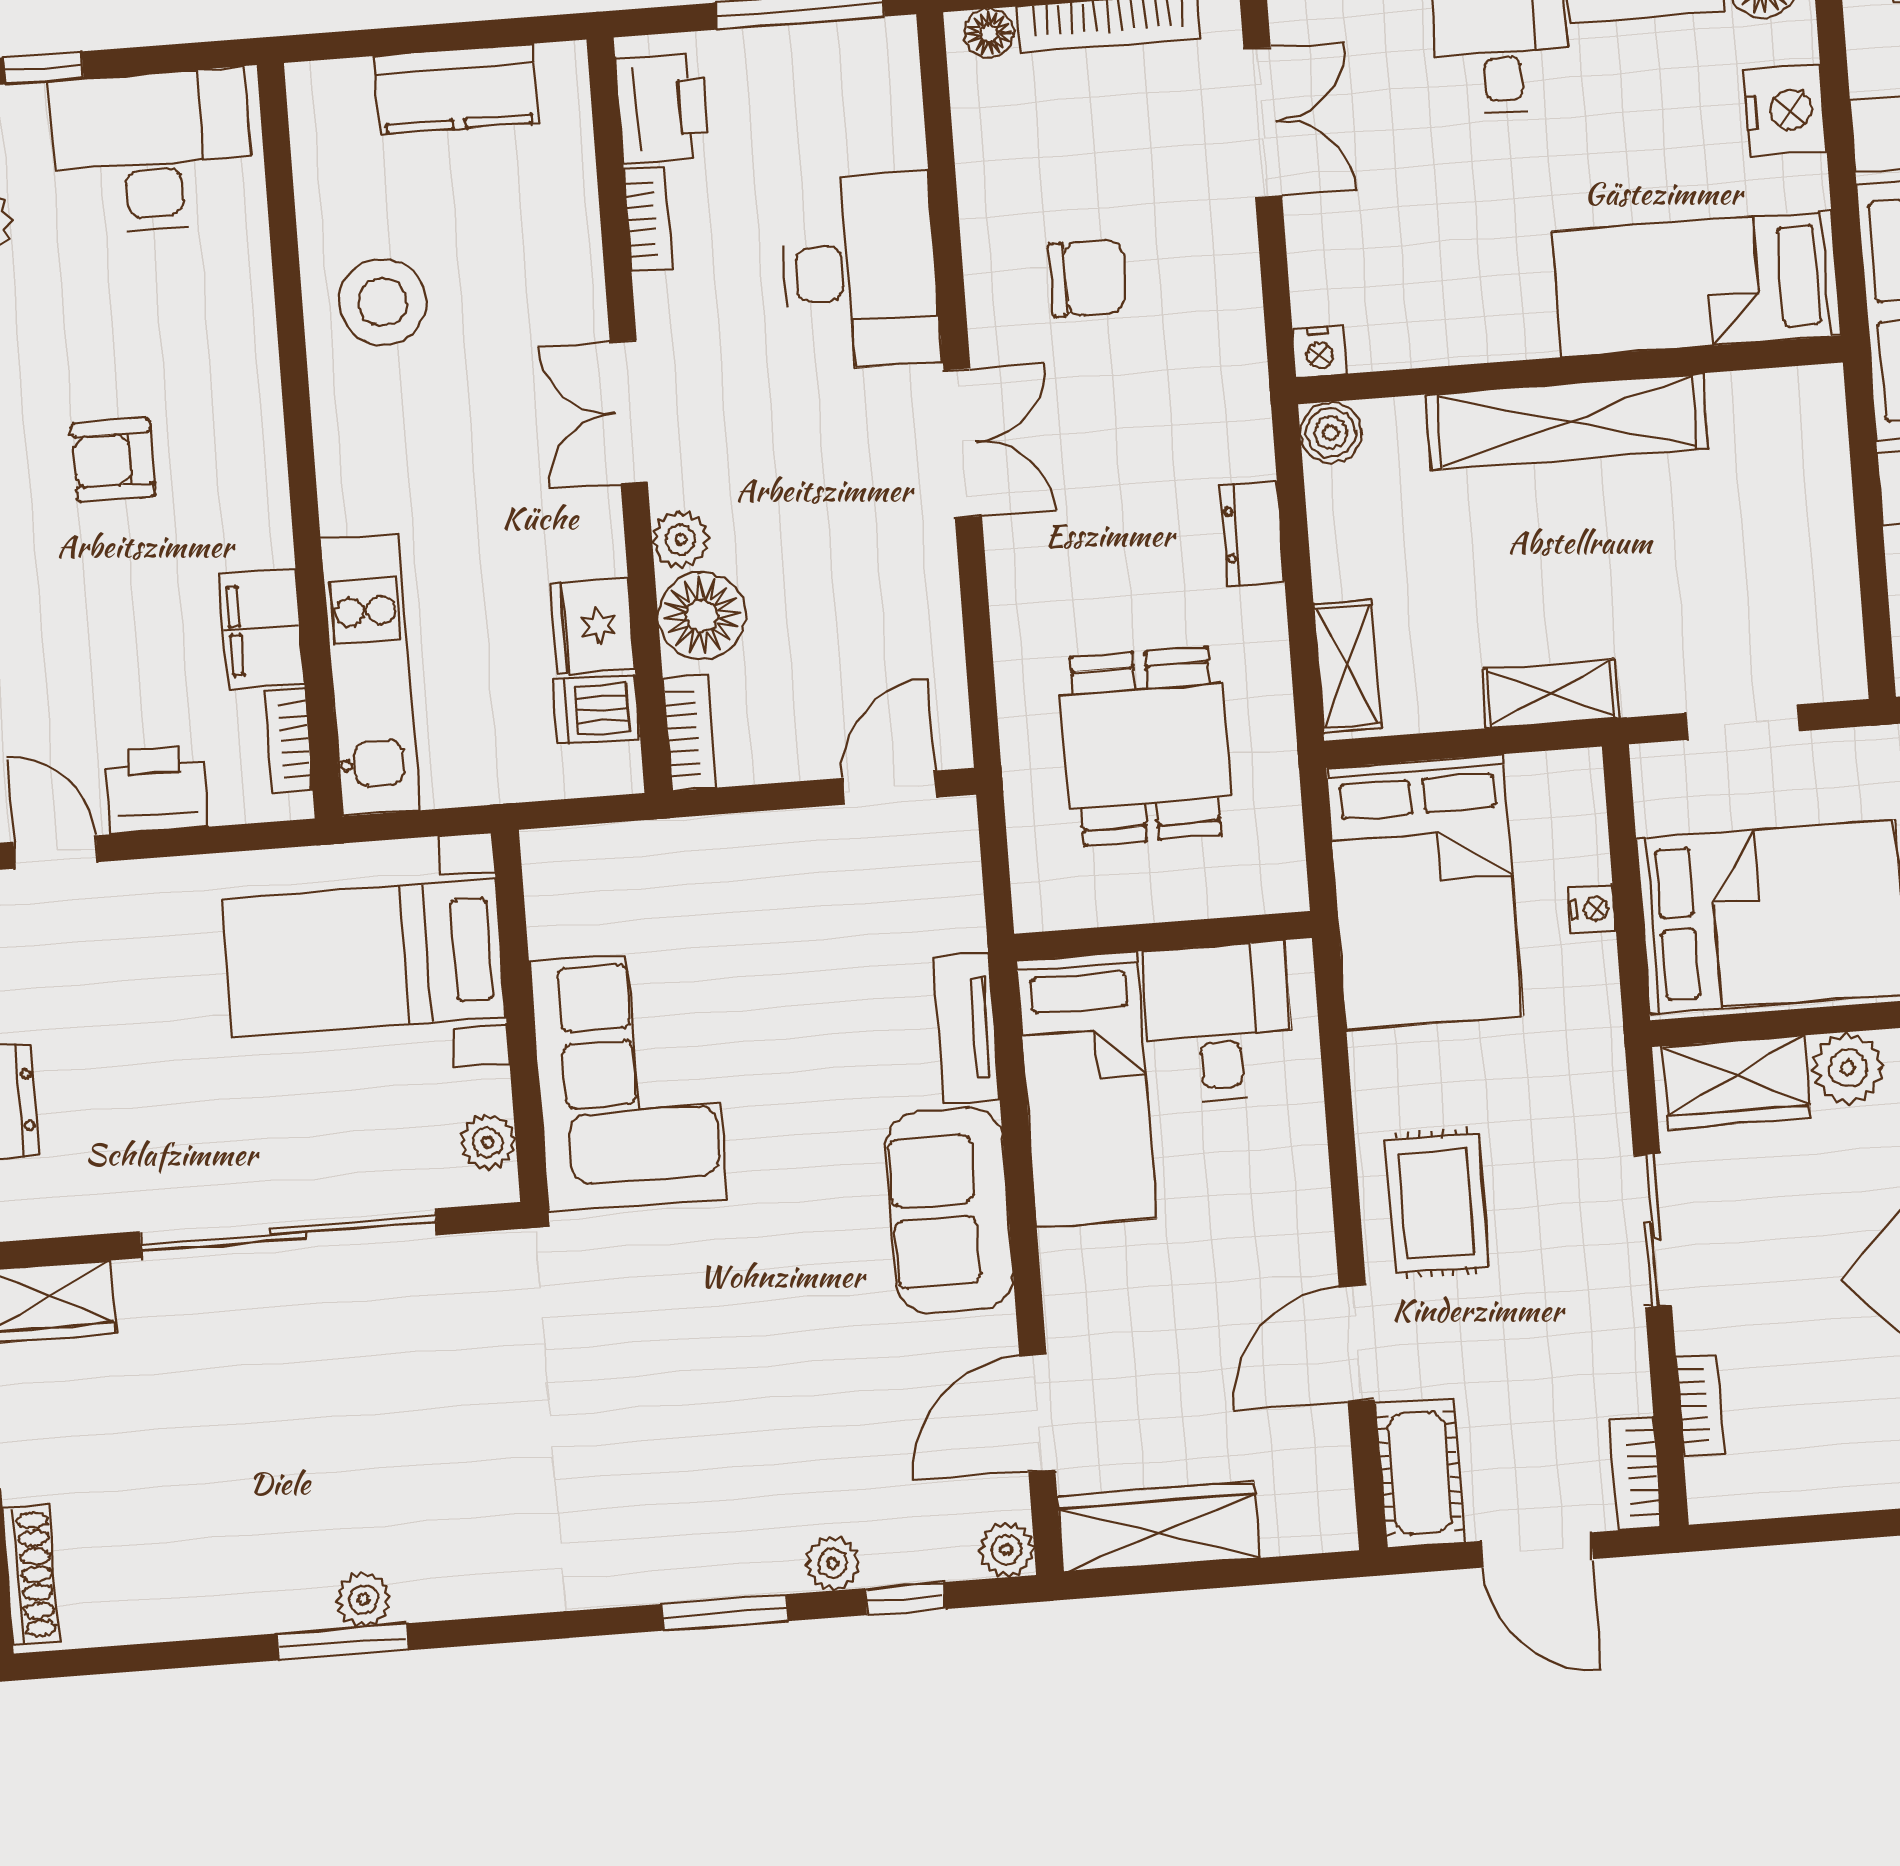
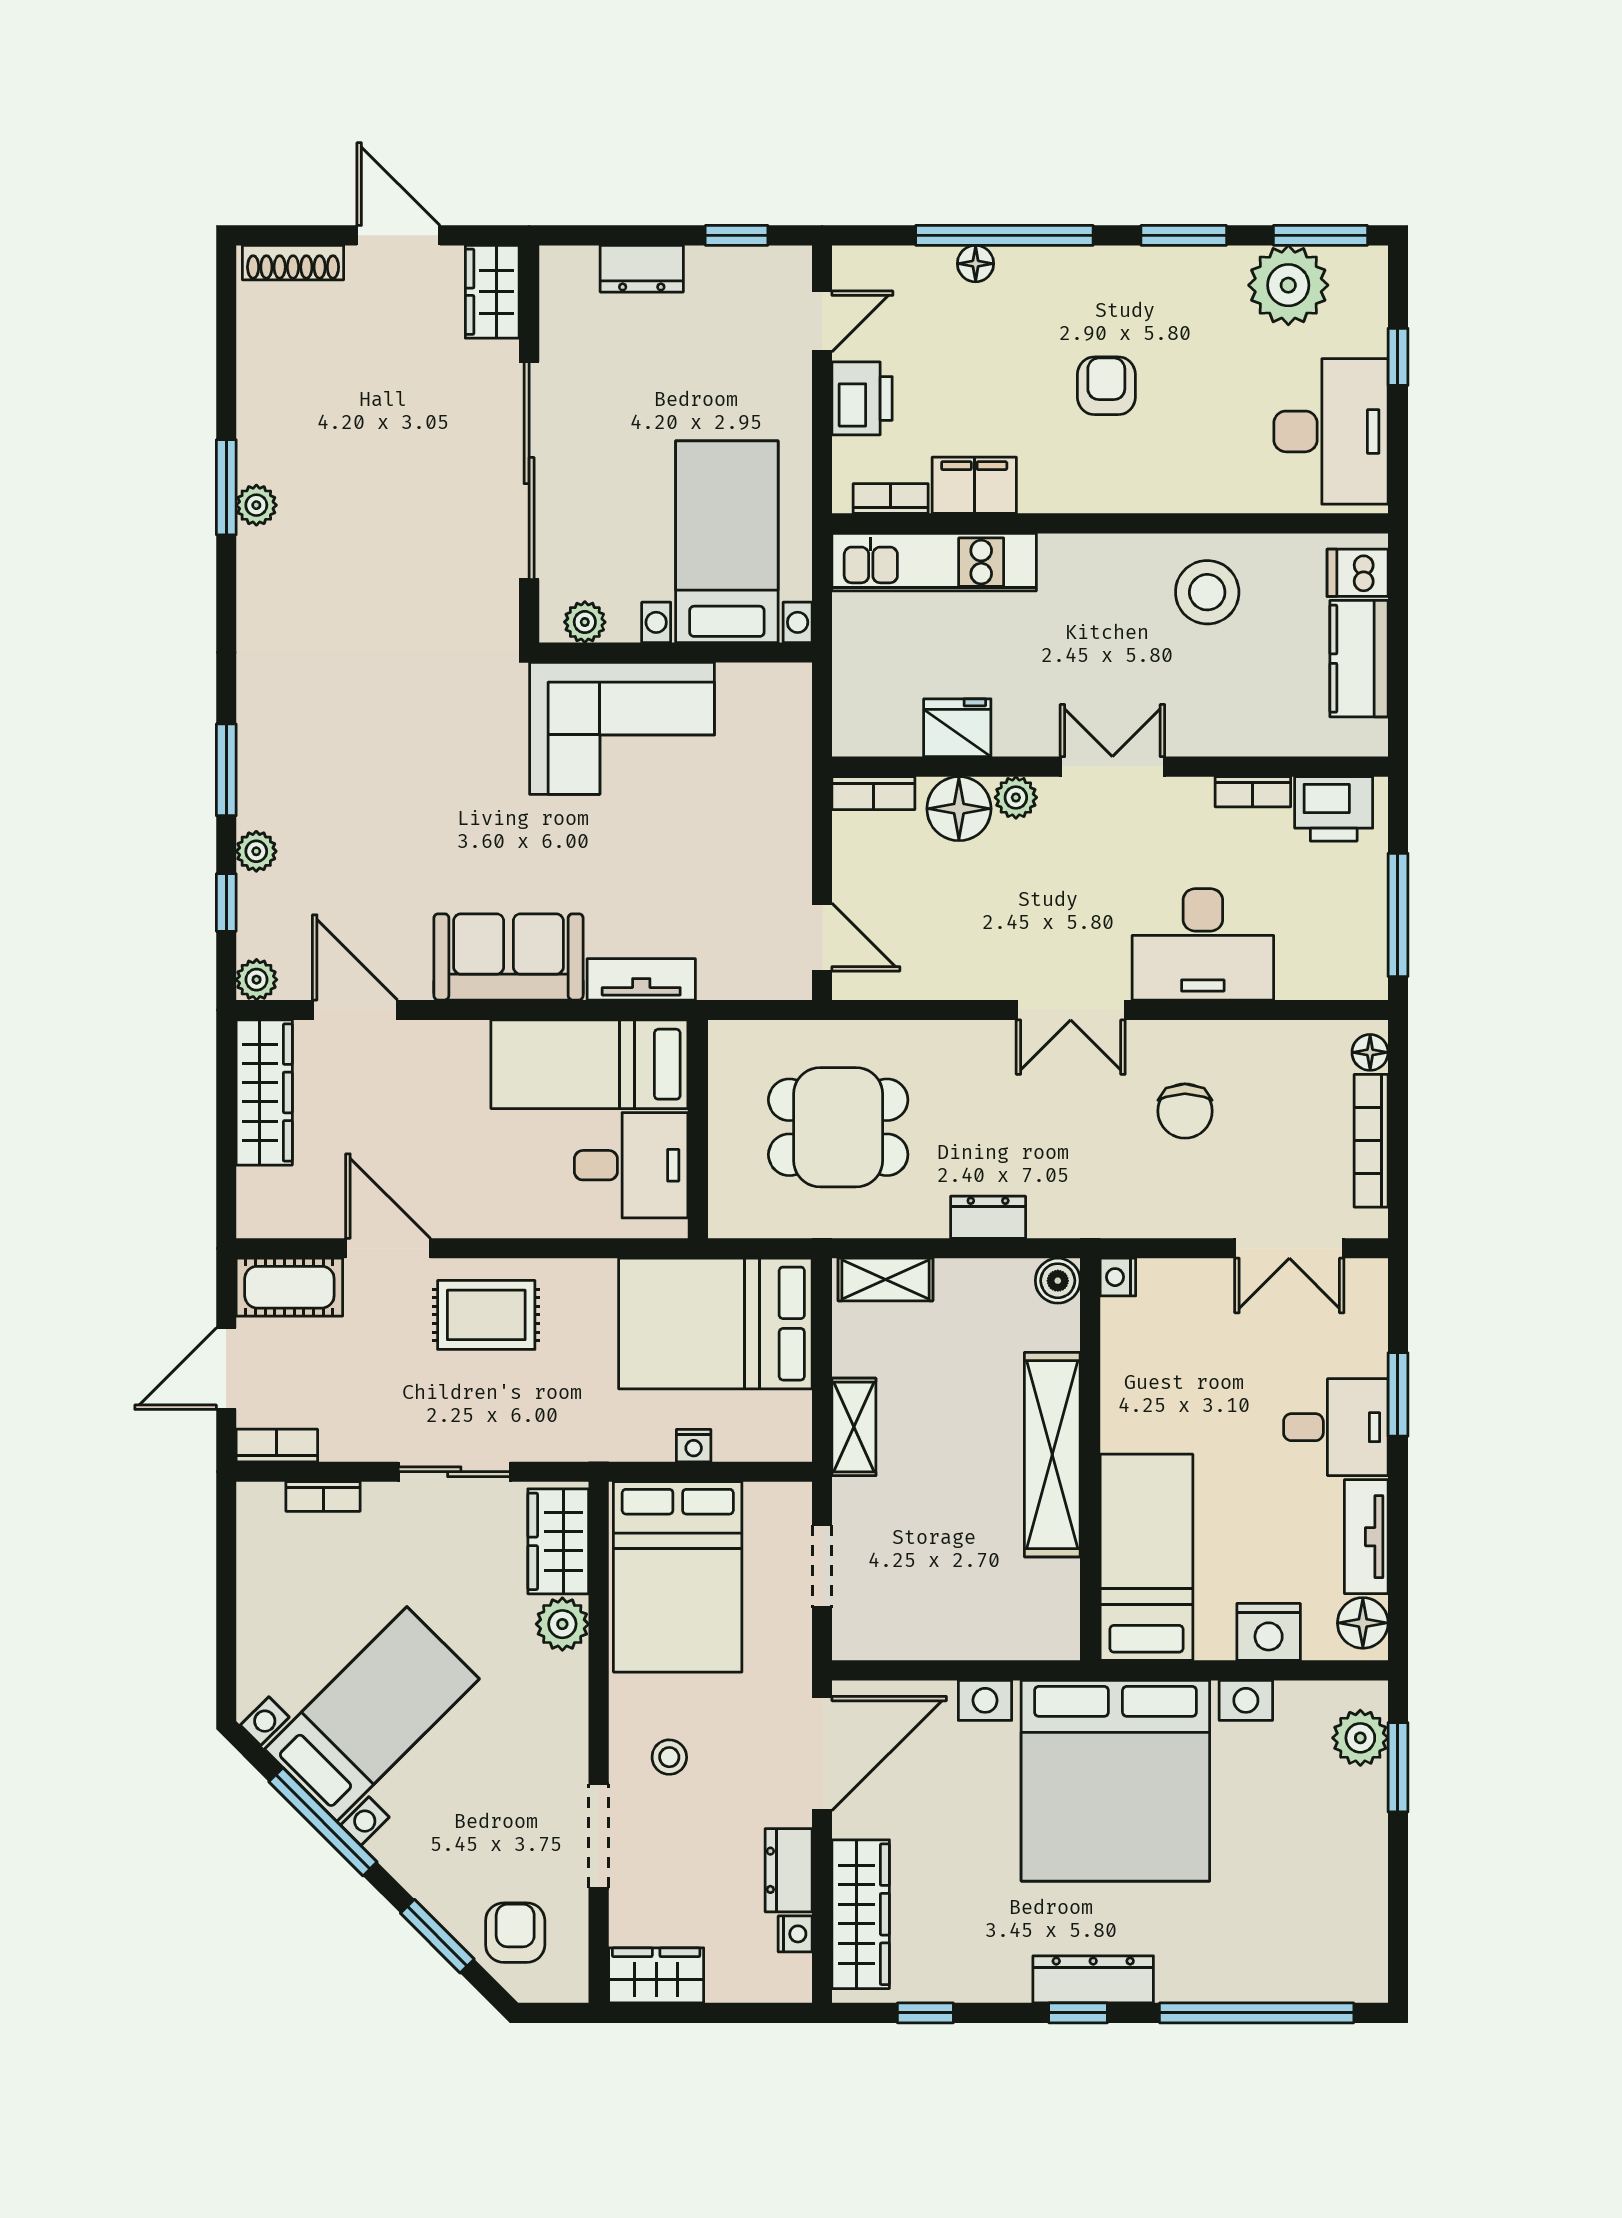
dishwasher: (596, 709) -> (1358, 573), moved, turned -90

